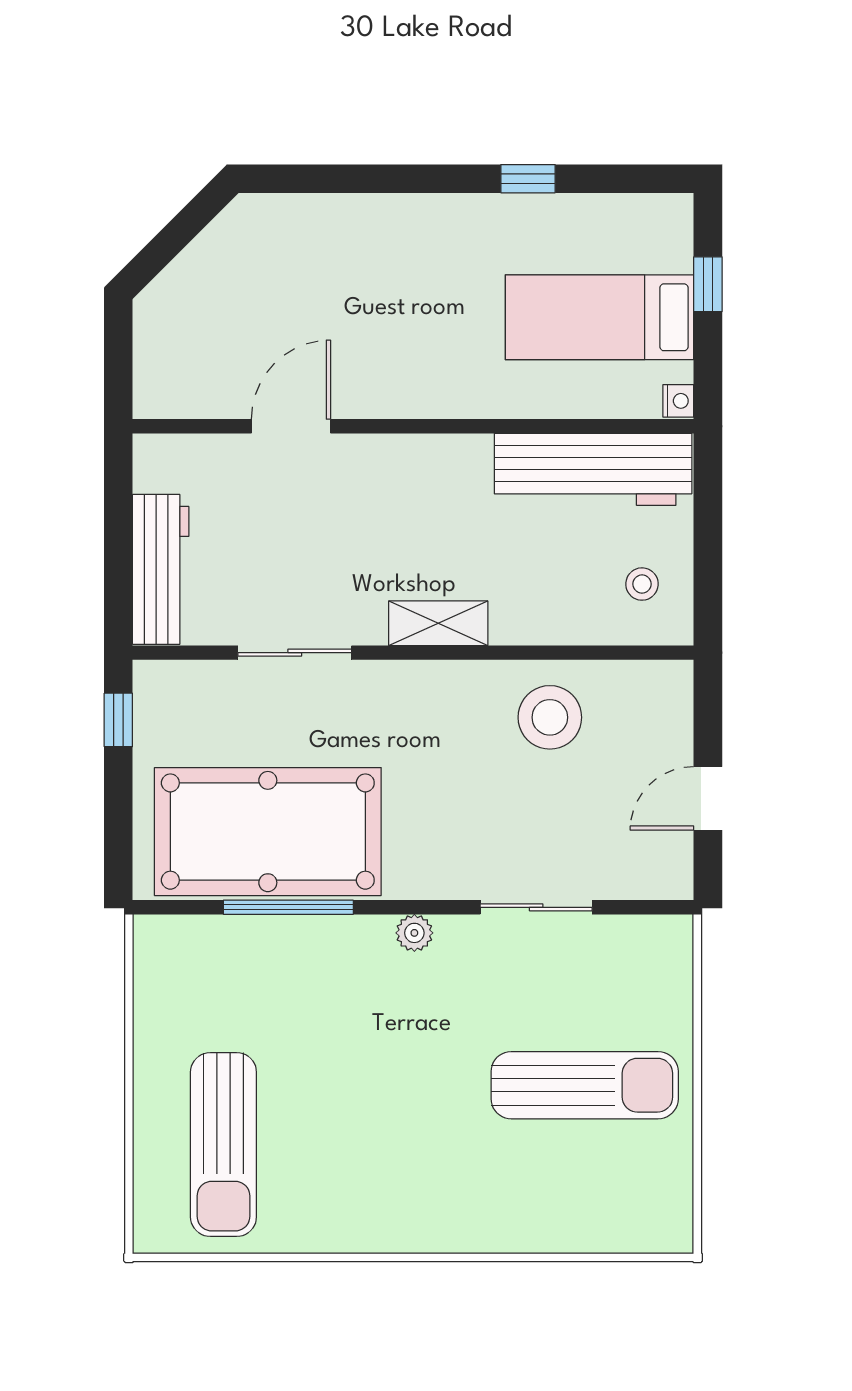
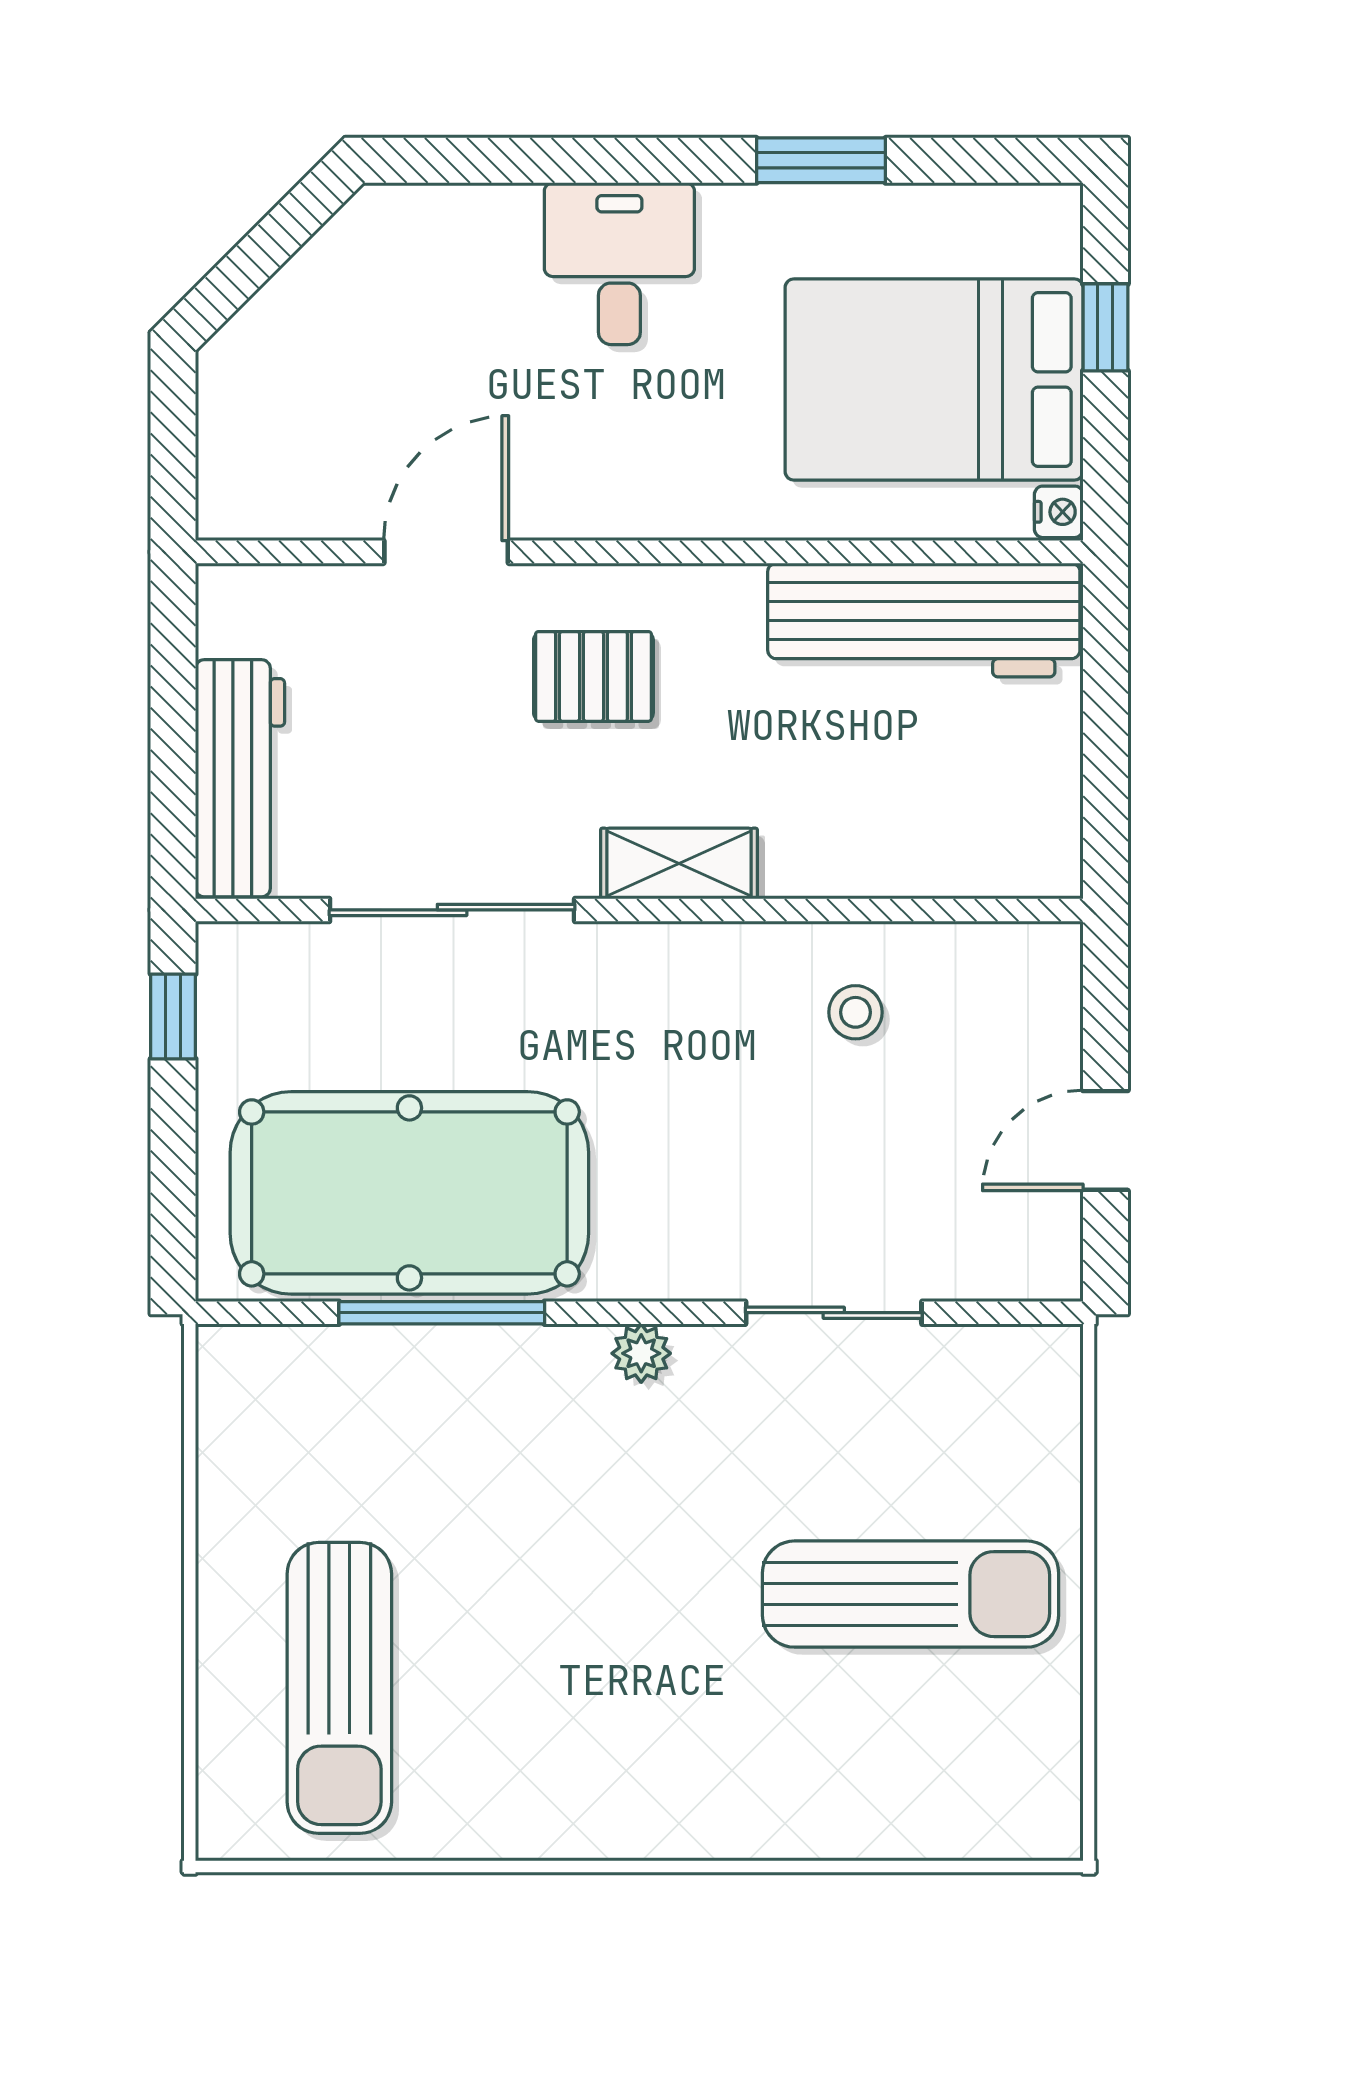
window: (528, 179) -> (821, 160), width x1.50
desk: (401, 244) -> (619, 264), added
bed: (600, 317) -> (934, 380), width x1.50
pallet: (384, 505) -> (593, 676), added
stool: (642, 584) -> (1001, 801), removed
sliding door: (295, 653) -> (452, 910), width x1.37
stool: (550, 717) -> (855, 1012), width x0.53, depth x0.53

